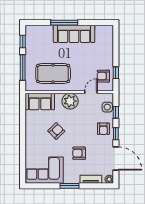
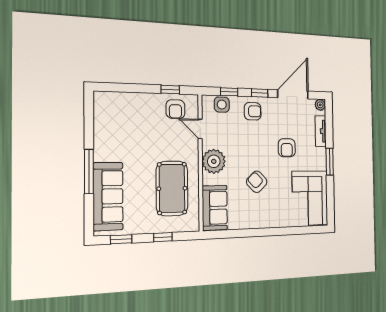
sofa: (74, 34) -> (108, 196), moved
window: (23, 67) -> (163, 237), width x0.46

